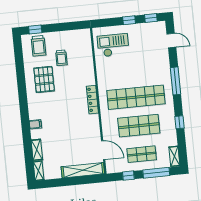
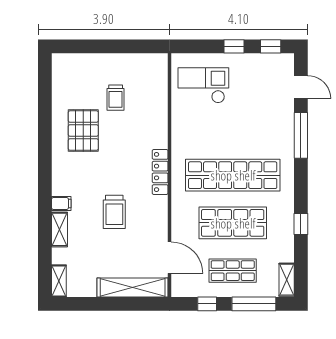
window: (35, 30) -> (77, 46), removed
trolley: (38, 46) -> (114, 212), moved
window: (175, 81) -> (301, 135), moved
shelving: (37, 150) -> (60, 229), moved

